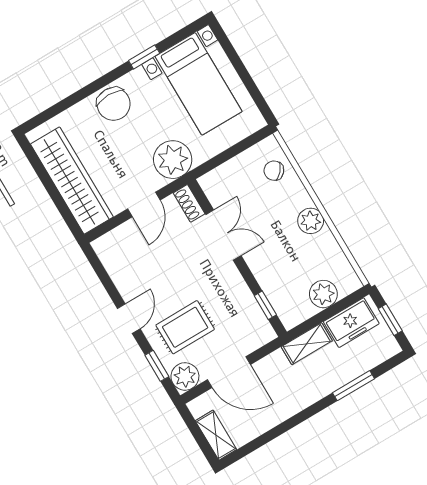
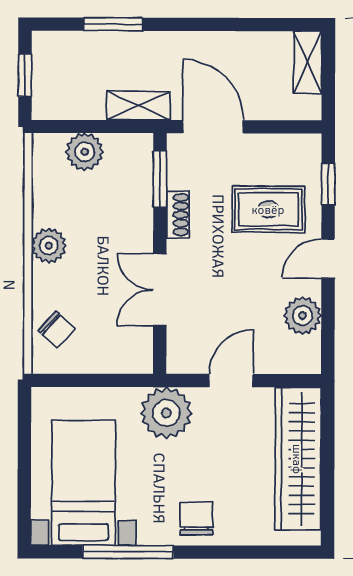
window: (144, 57) -> (128, 552), width x2.17
chair: (114, 104) -> (196, 519), width x0.73, depth x0.73
shoe rack: (189, 203) -> (178, 215), moved
window: (265, 305) -> (160, 179), width x1.50
freezer: (351, 323) -> (72, 99), removed
door: (229, 372) -> (213, 127), moved
plant: (185, 376) -> (303, 316), moved

